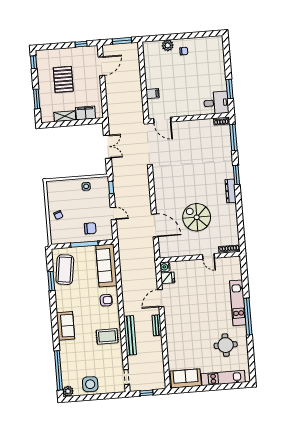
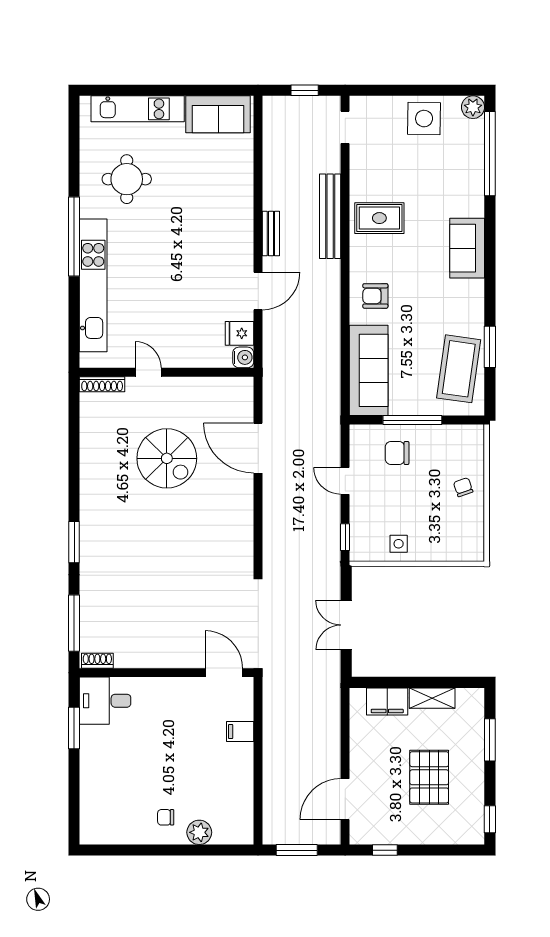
dresser: (231, 191) -> (89, 509), removed
kitchen unit: (238, 303) -> (93, 285), width x1.36

